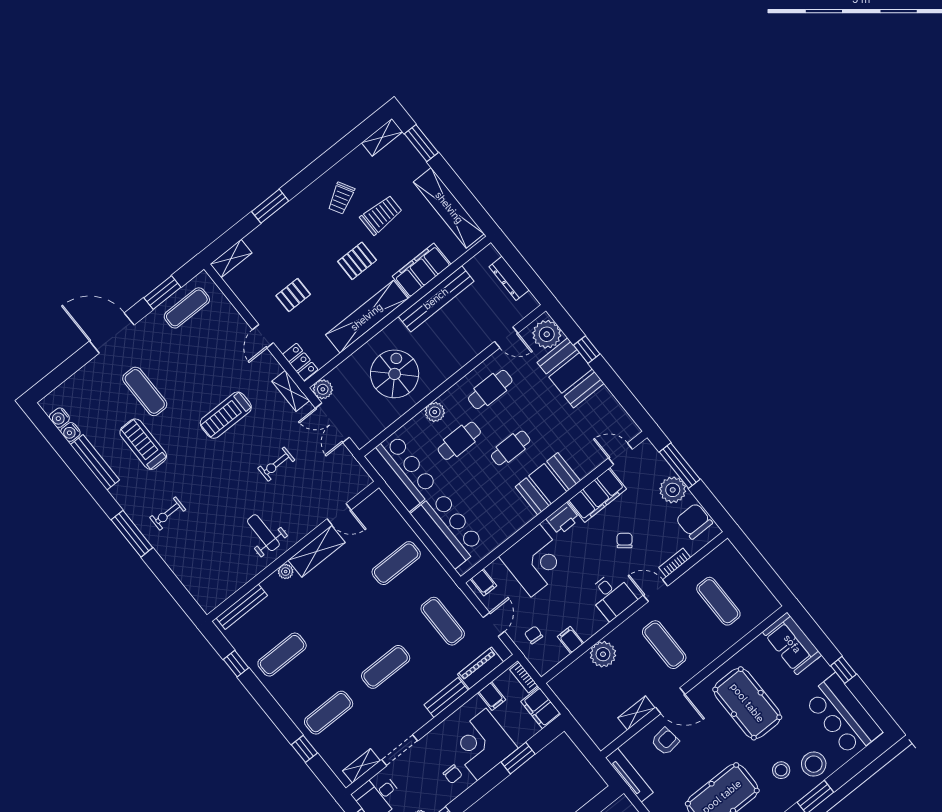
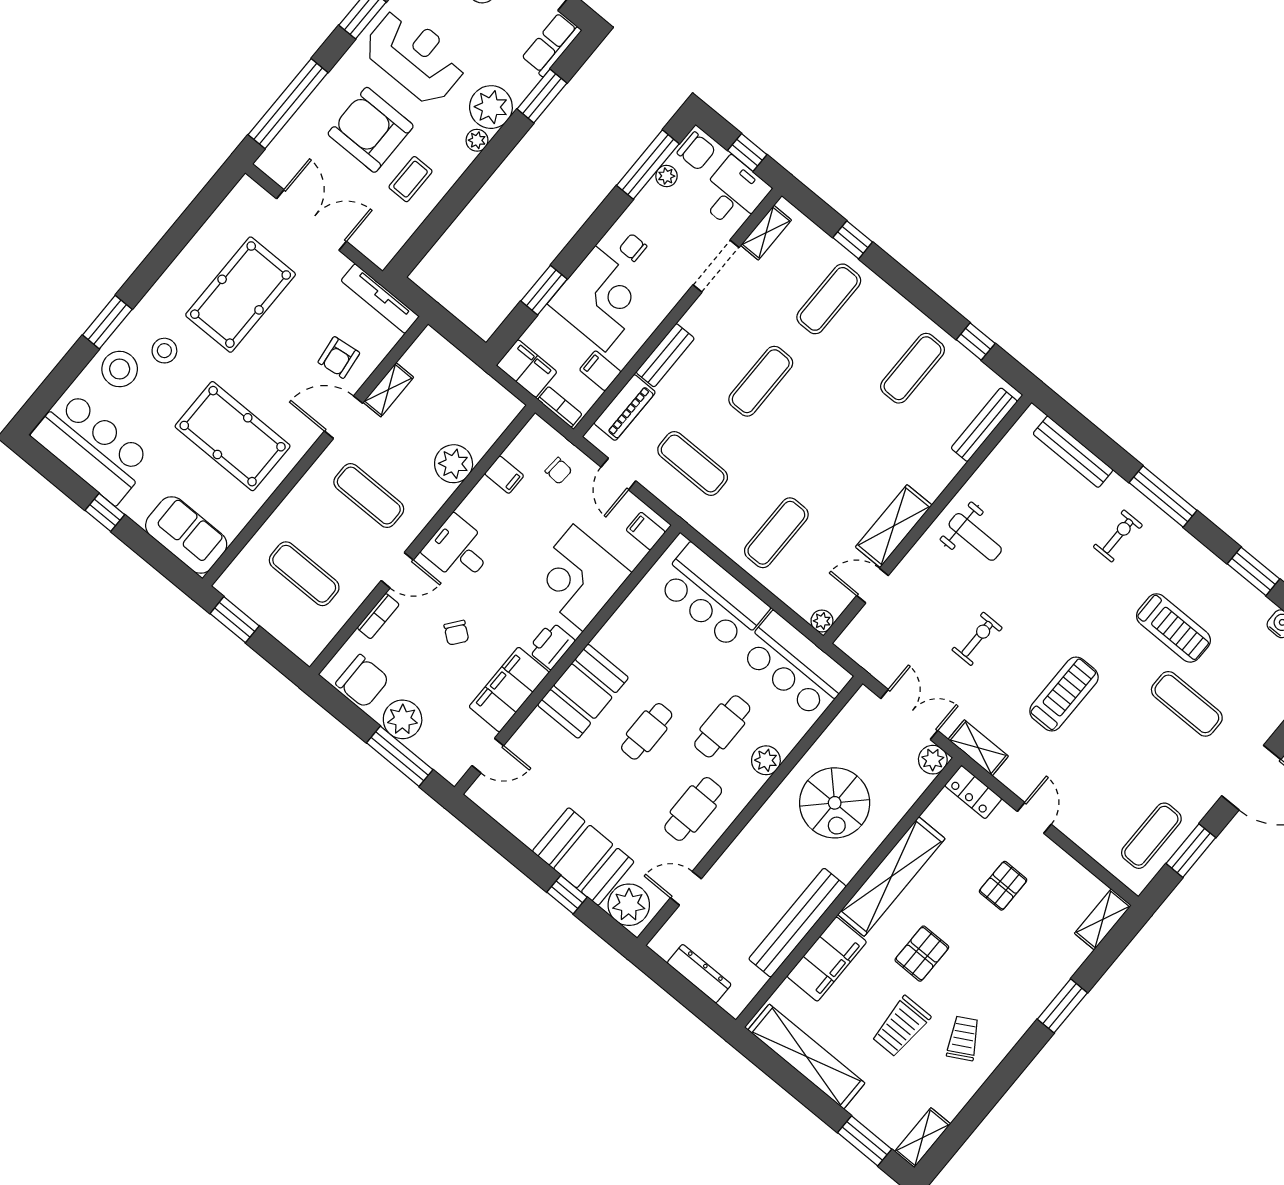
bench: (95, 462) -> (1073, 452), moved
window: (82, 471) -> (1254, 571), added
plant: (286, 572) -> (822, 621), moved
window: (771, 580) -> (235, 620), added

